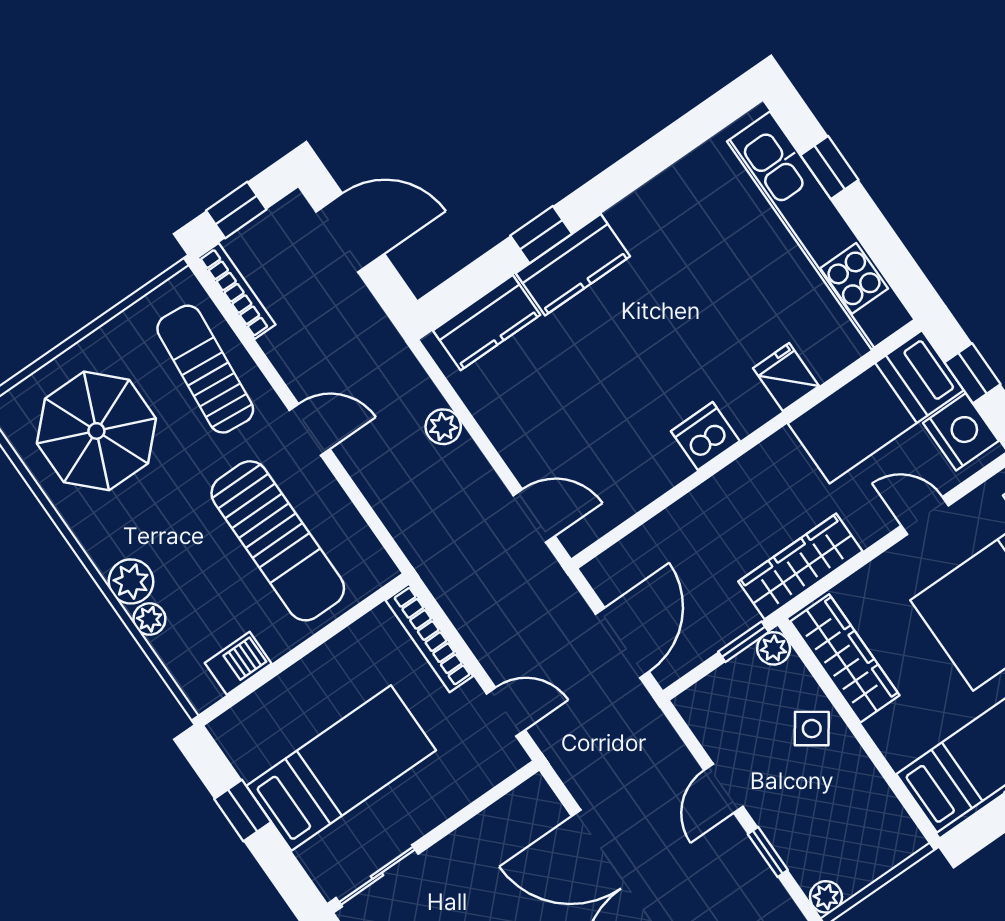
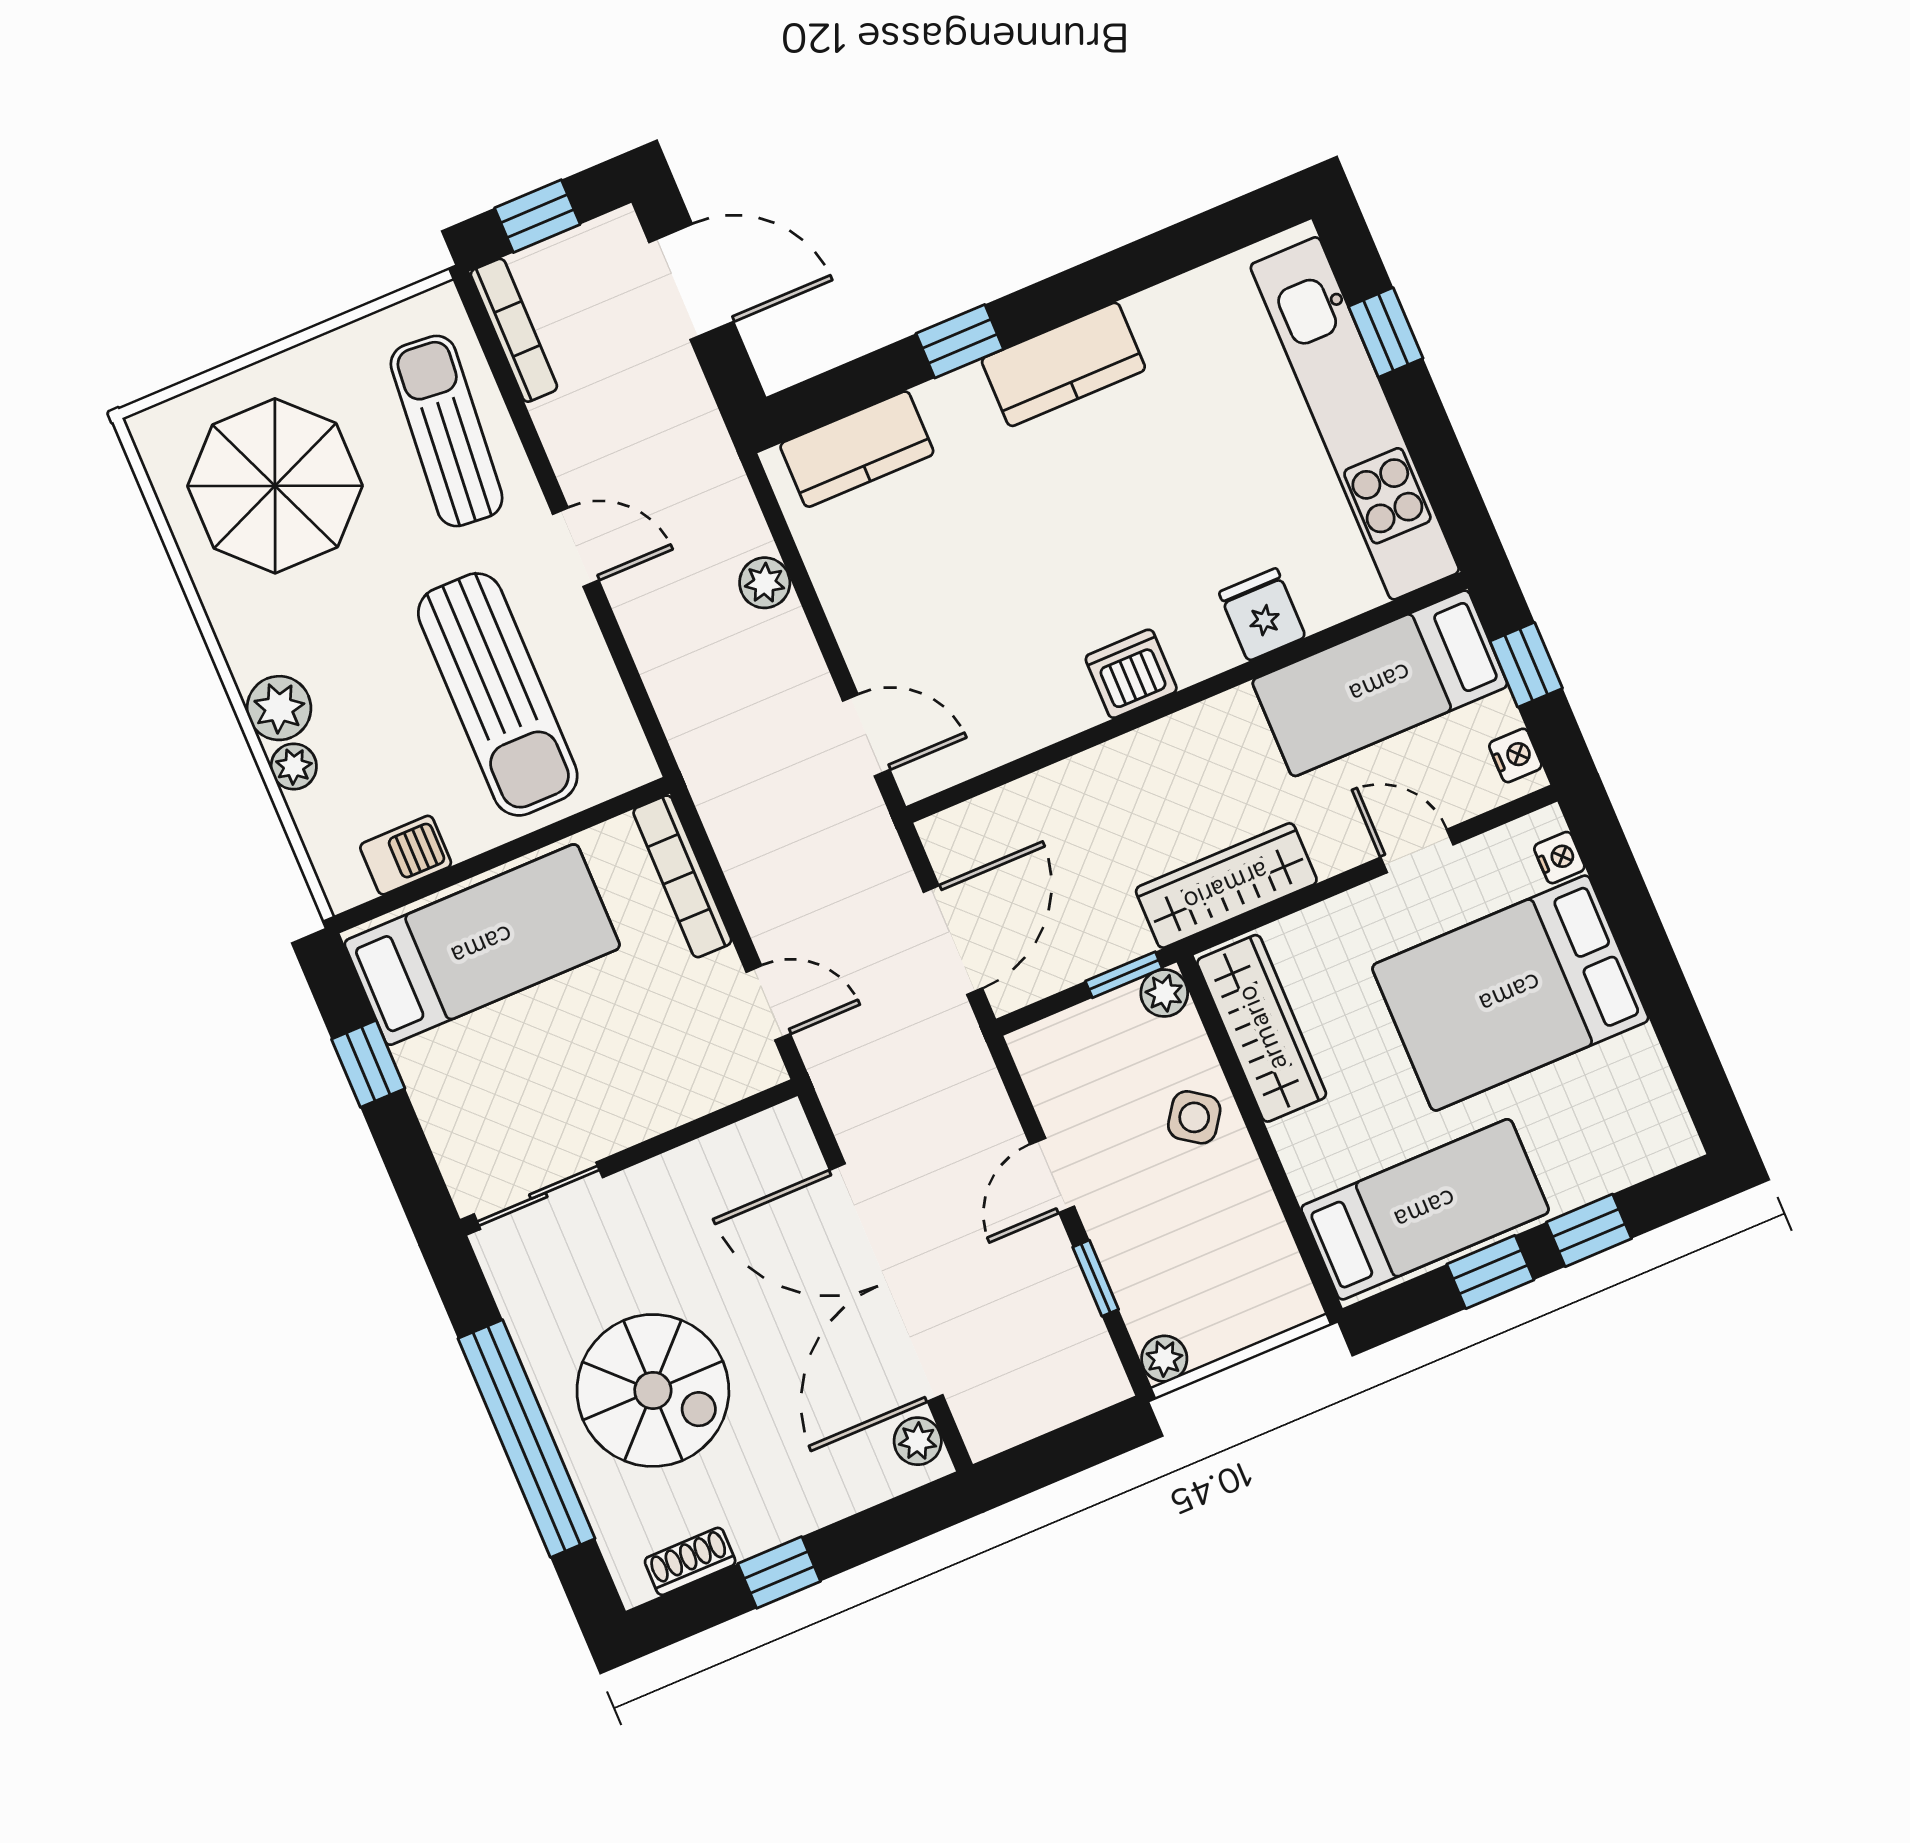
kitchen counter: (573, 265) -> (1063, 364), moved
nightstand: (961, 432) -> (1515, 755), width x0.53, depth x0.56
bed: (341, 768) -> (482, 945), moved

